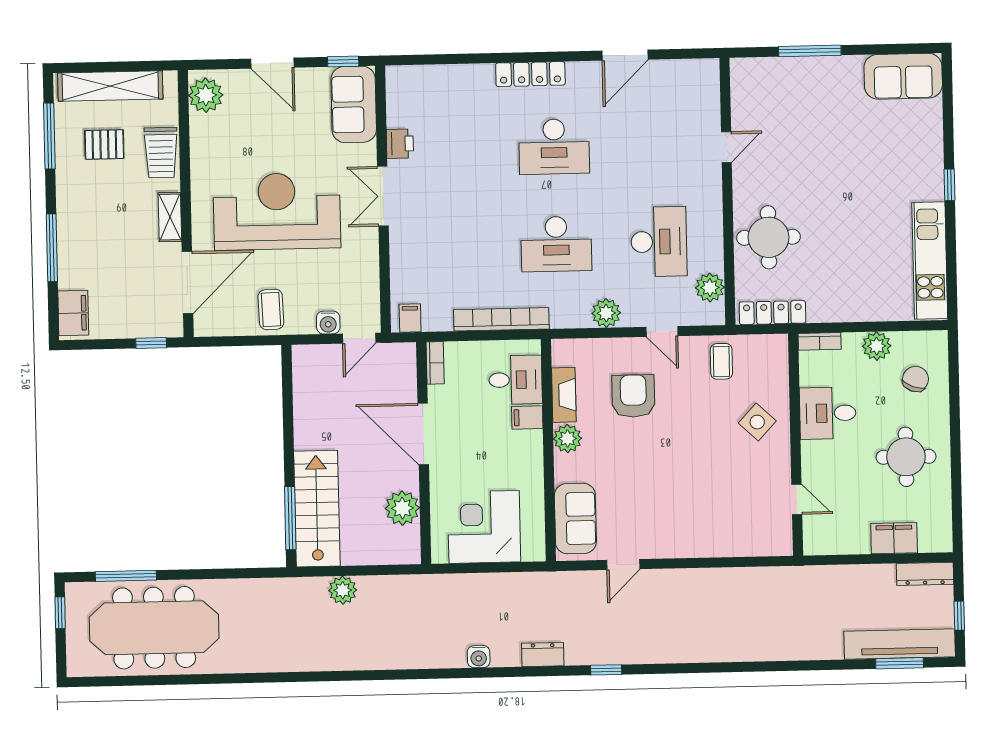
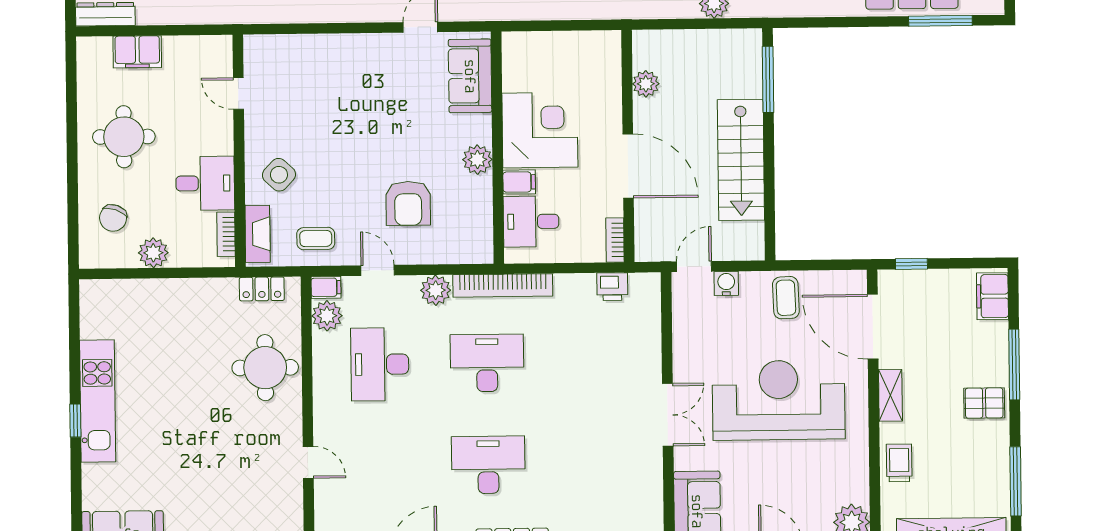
printer: (400, 144) -> (612, 287), moved, turned -90
pallet: (104, 145) -> (984, 403), moved
door: (726, 147) -> (308, 462), swing flipped
trolley: (161, 153) -> (899, 463), width x0.73, depth x0.72
reception desk: (277, 211) -> (779, 400), turned 180
kitchen unit: (930, 260) -> (98, 401), moved
door: (187, 283) -> (873, 327), hinge flipped
locker: (772, 313) -> (262, 289), width x0.66
filing cabinet: (410, 318) -> (326, 287), moved, turned -90
bookcase: (501, 319) -> (503, 285), moved
bookcase: (820, 341) -> (226, 234), moved, turned -90
coffee table: (721, 361) -> (316, 239), turned 90
fireplace: (564, 395) -> (258, 234), moved, turned 180
plant: (402, 508) -> (646, 84), width x0.73, depth x0.73
stairs: (317, 509) -> (741, 160), moved
corner desk: (484, 527) -> (540, 130), moved, turned -90

